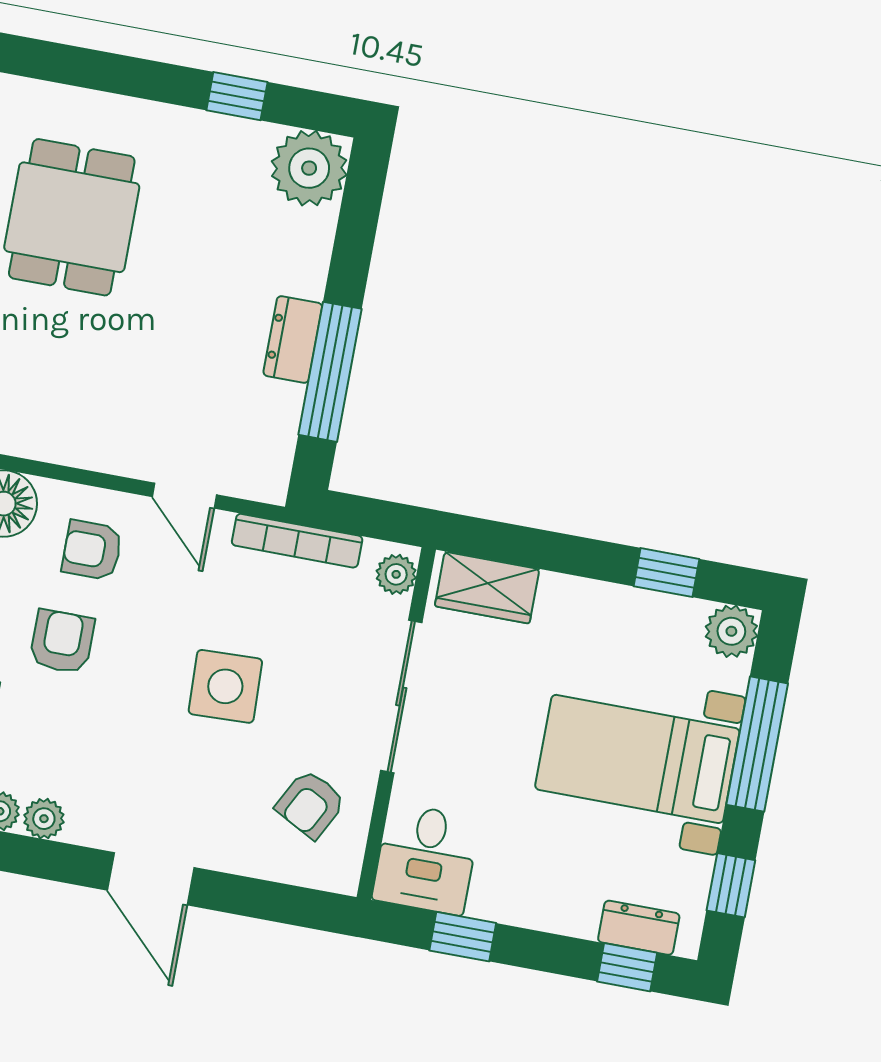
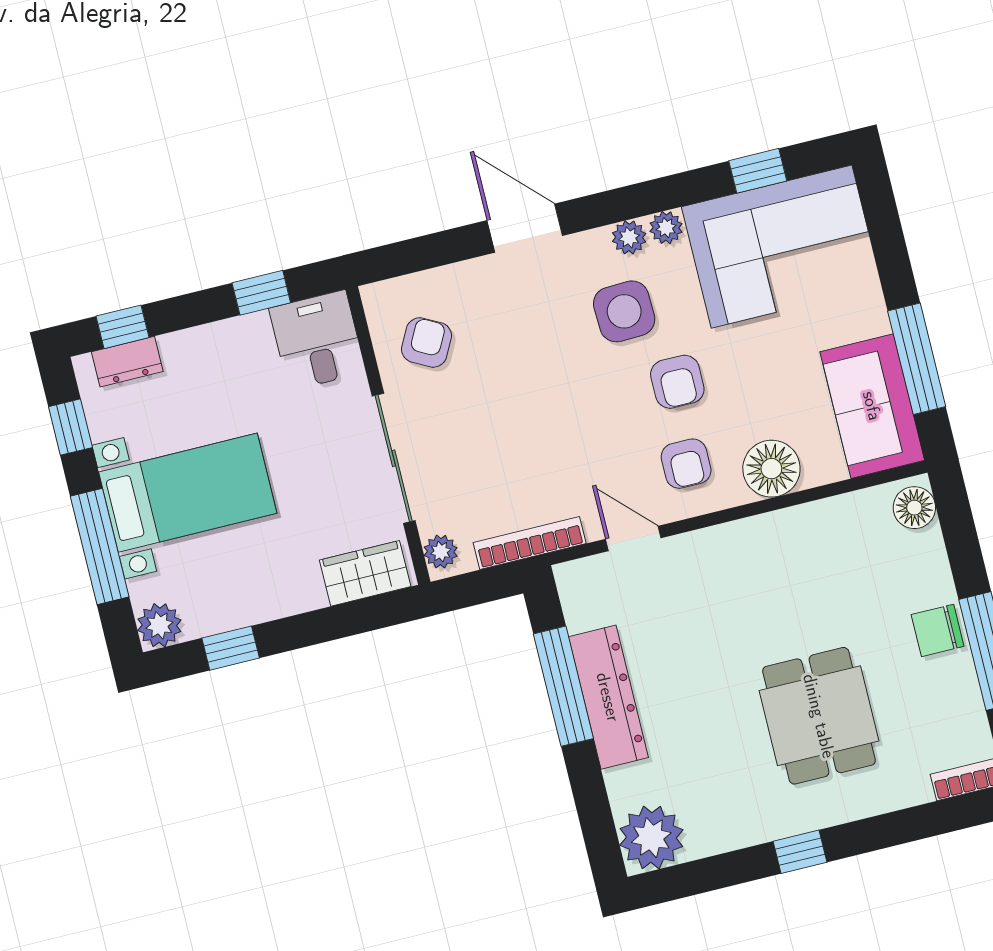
window: (237, 96) -> (800, 852), moved
dresser: (293, 339) -> (608, 697), width x1.96, depth x1.24
armchair: (92, 550) -> (686, 464), turned 90
side table: (225, 686) -> (624, 311), moved

